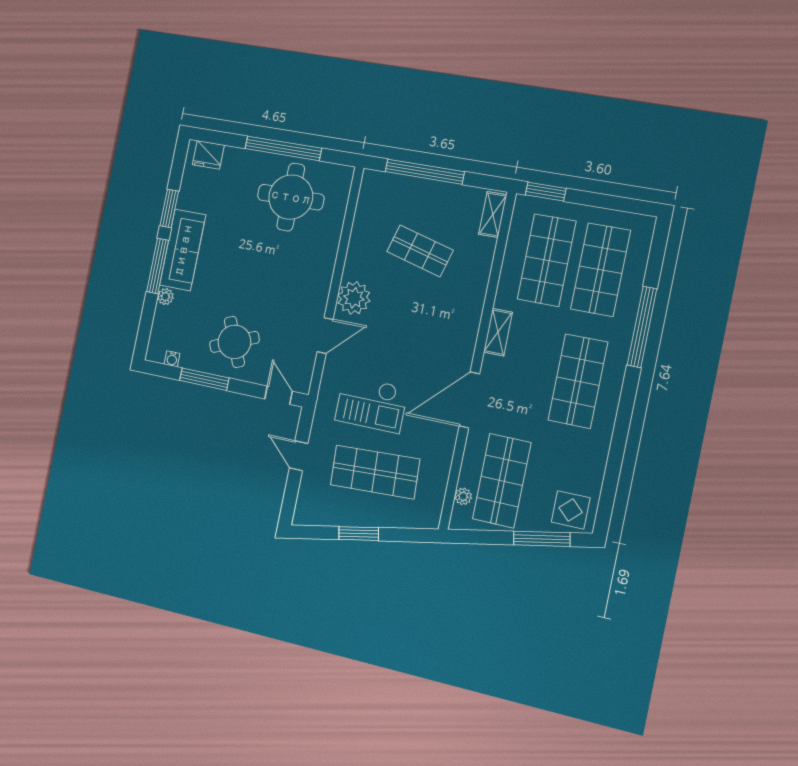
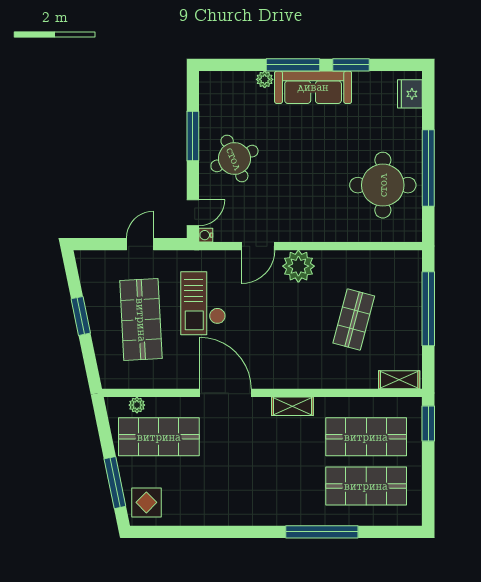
door: (325, 336) -> (258, 246), hinge flipped
water cooler: (172, 359) -> (206, 235), moved
shop shelf: (578, 381) -> (262, 486), removed

